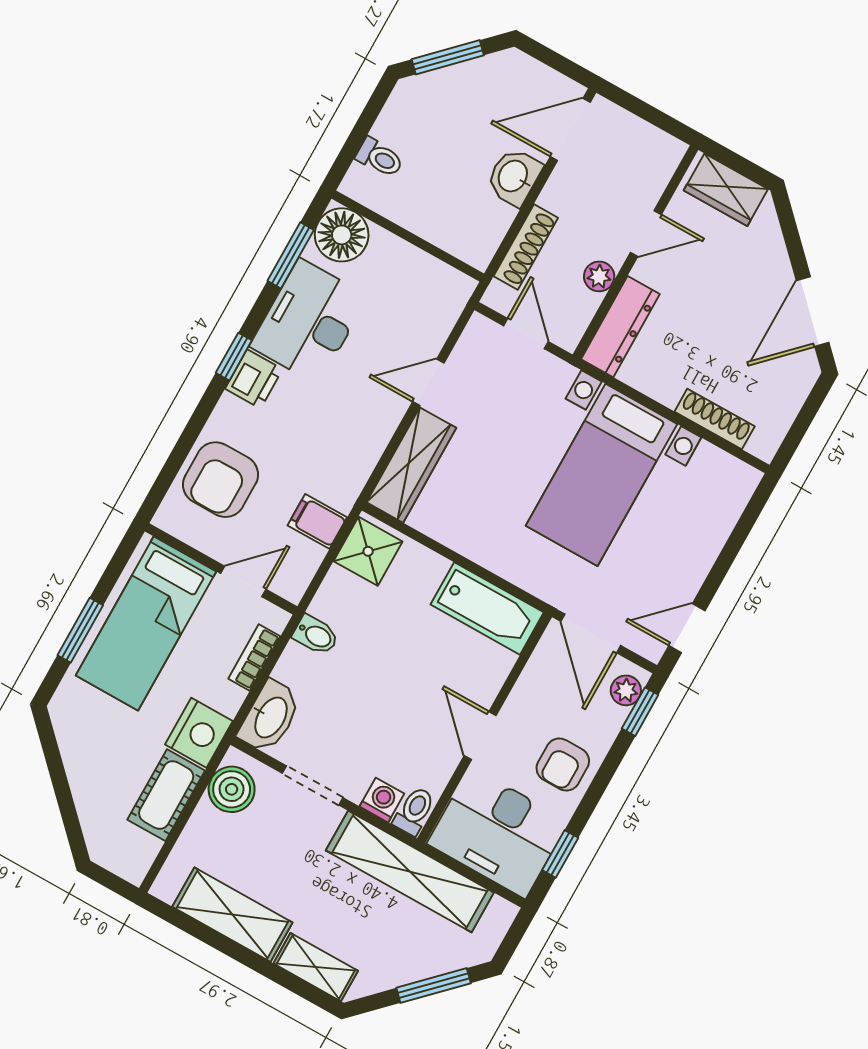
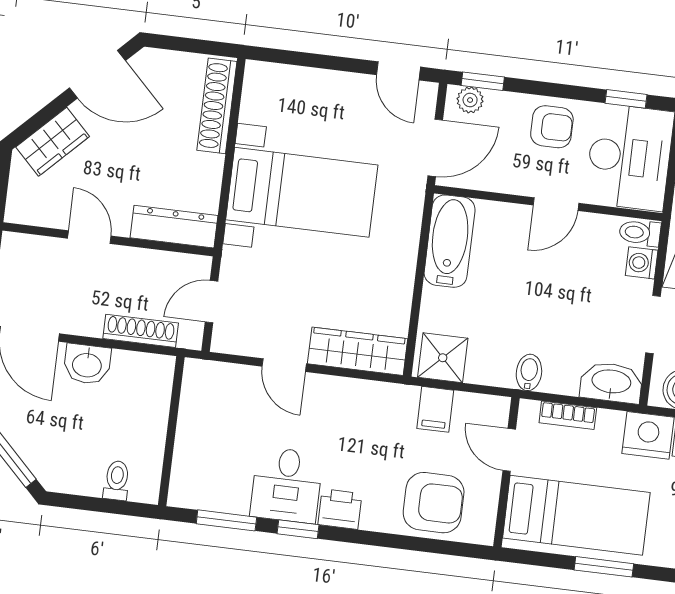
wardrobe: (726, 190) -> (53, 142), moved, turned 45
floor lamp: (342, 235) -> (193, 486), removed
plant: (599, 276) -> (140, 261), removed
desk: (309, 321) -> (287, 485), width x0.73
window: (234, 357) -> (298, 529), moved
shoe rack: (715, 419) -> (217, 106), width x1.36, depth x1.24

